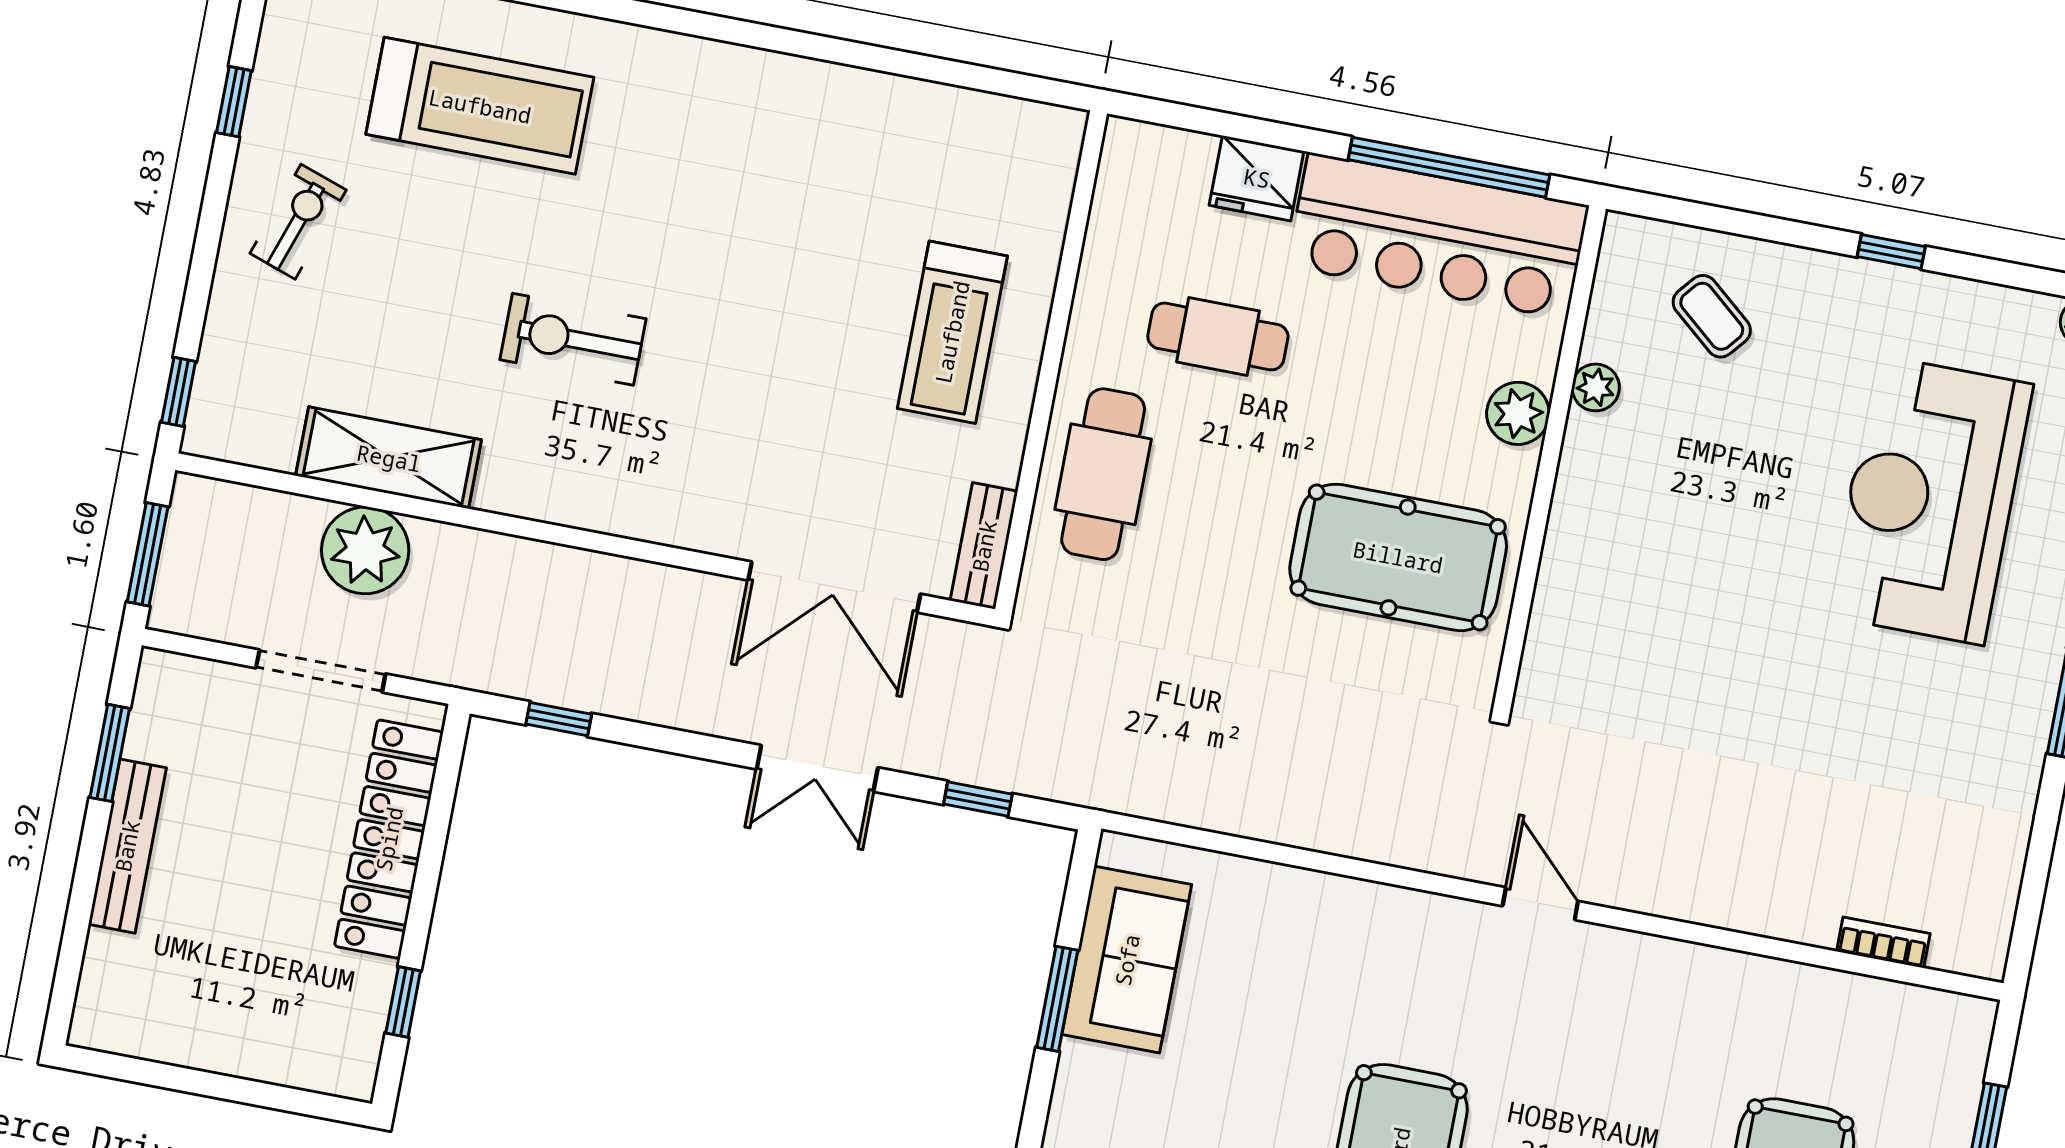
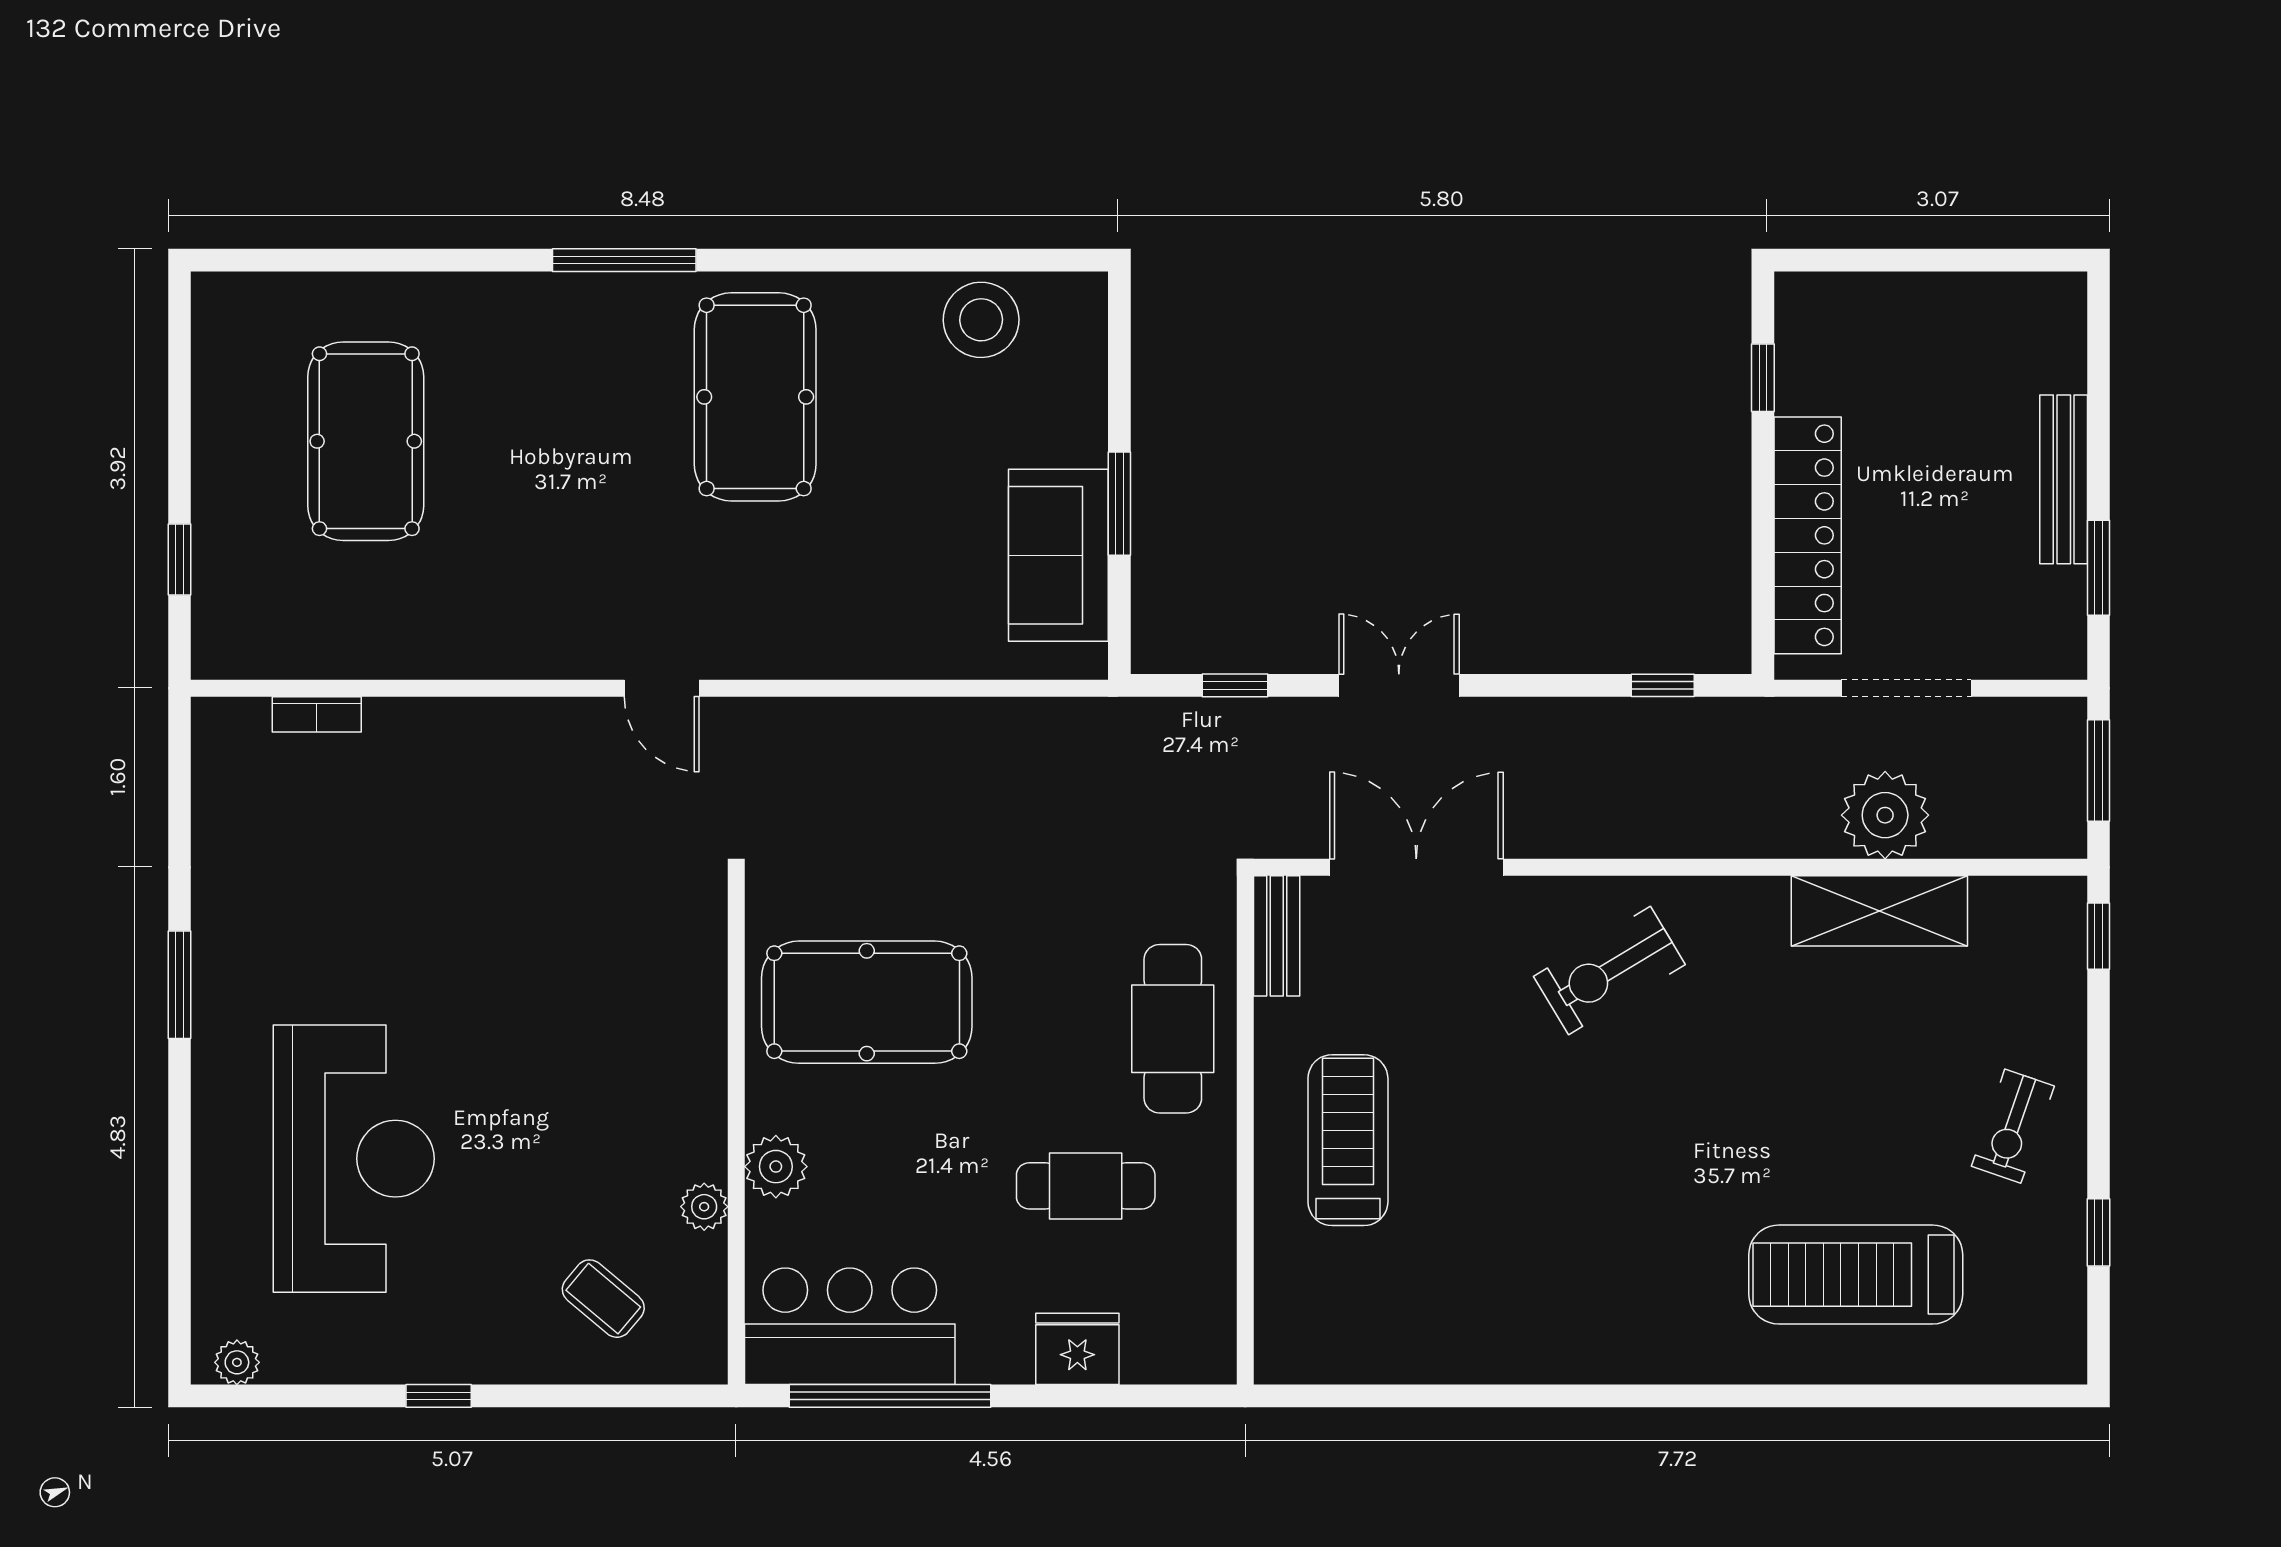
bar counter: (1438, 236) -> (850, 1326), width x0.73
exercise bike: (573, 339) -> (1609, 971), moved, turned 149

